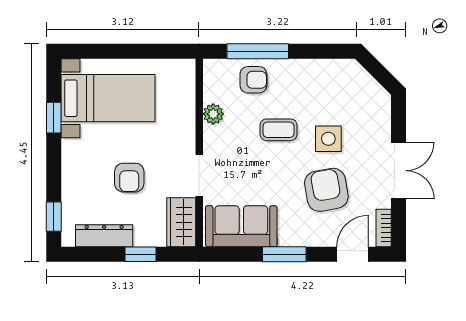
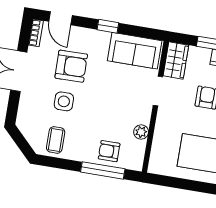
coffee table: (279, 130) -> (56, 140), moved, turned 90
armchair: (326, 190) -> (71, 66), turned -81
window: (284, 254) -> (108, 26), width x0.67
door: (353, 254) -> (60, 18), hinge flipped

